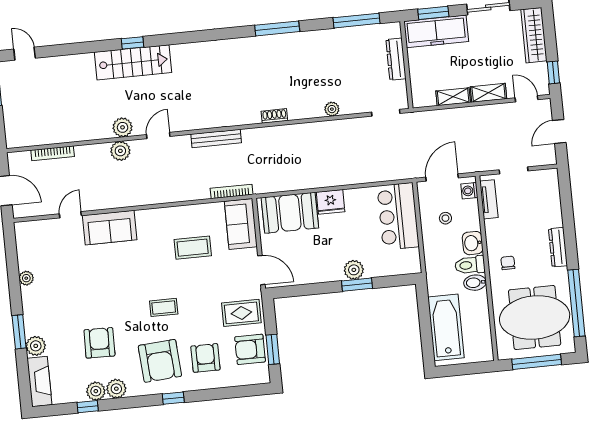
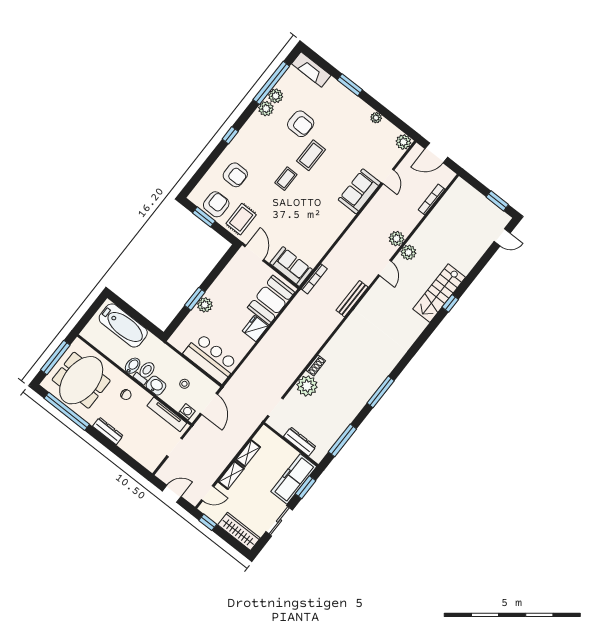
plant: (332, 109) -> (307, 386), width x1.88, depth x1.88
shoe rack: (274, 116) -> (316, 366), moved
door: (559, 132) -> (172, 494), hinge flipped
tv unit: (489, 199) -> (167, 414), width x1.41
coffee table: (193, 248) -> (311, 155), moved
door: (261, 270) -> (254, 253), swing flipped
plant: (36, 346) -> (403, 142), moved
armchair: (160, 361) -> (258, 148), removed
window: (88, 407) -> (271, 83), width x3.17

